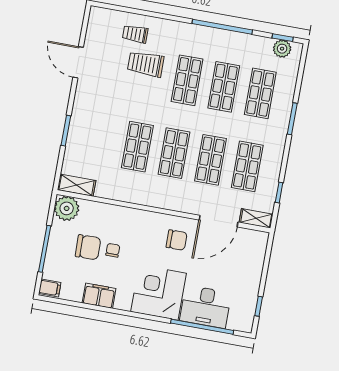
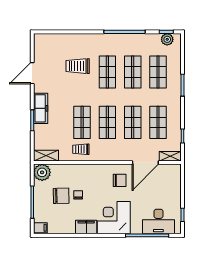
trolley: (135, 34) -> (81, 149), moved
door: (78, 62) -> (32, 73), hinge flipped
freezer: (81, 115) -> (41, 108), added
filing cabinet: (99, 296) -> (86, 227), moved
desk: (205, 307) -> (158, 221), moved

